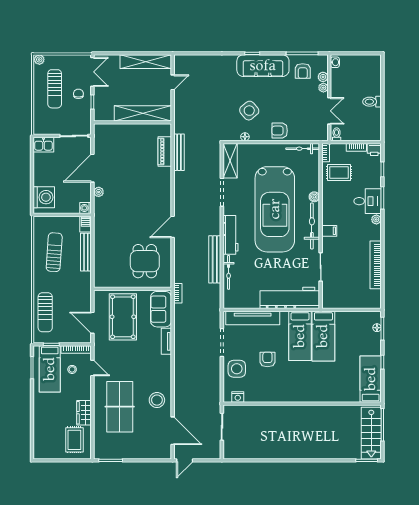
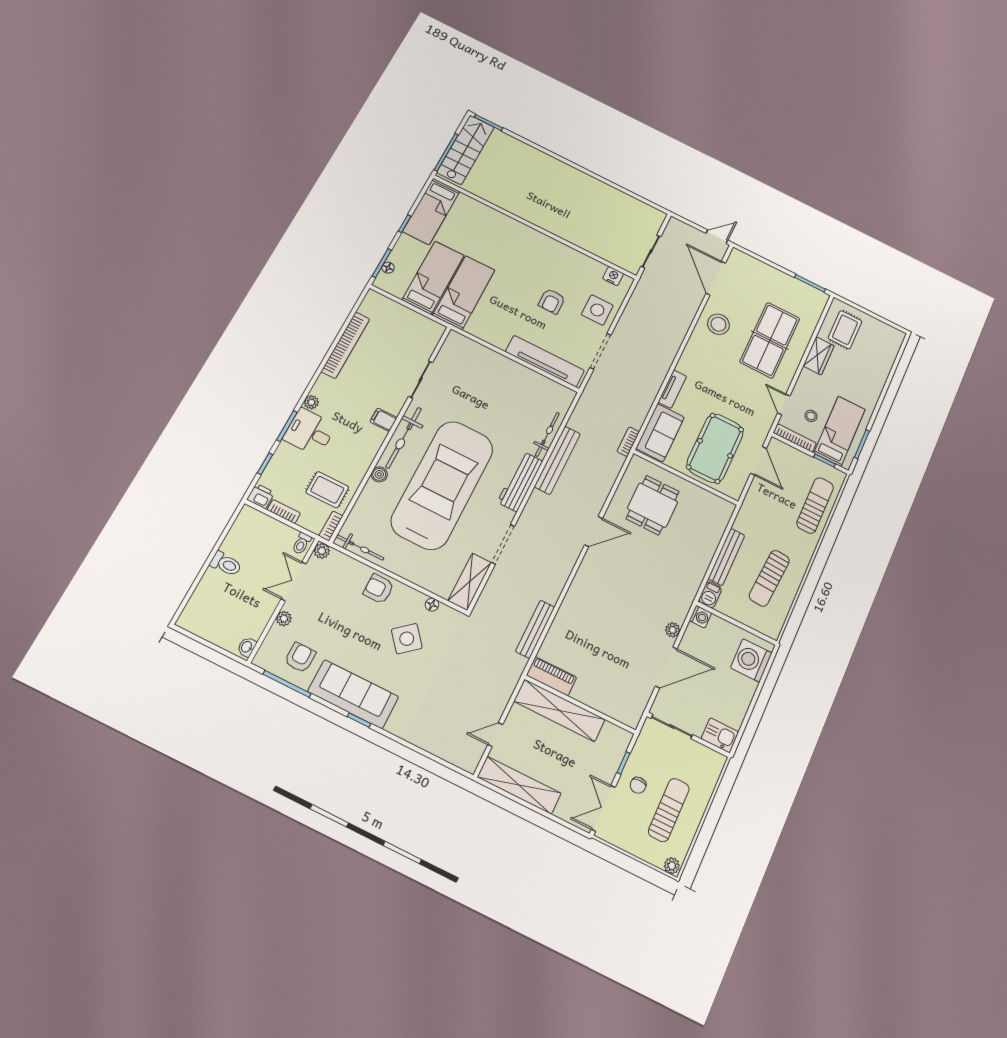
plant: (323, 77) -> (322, 551), moved
armchair: (280, 131) -> (379, 589), turned 180
piano: (165, 151) -> (552, 676), moved, turned -90
workbench: (290, 298) -> (483, 361), removed
bed: (300, 336) -> (433, 278), moved

